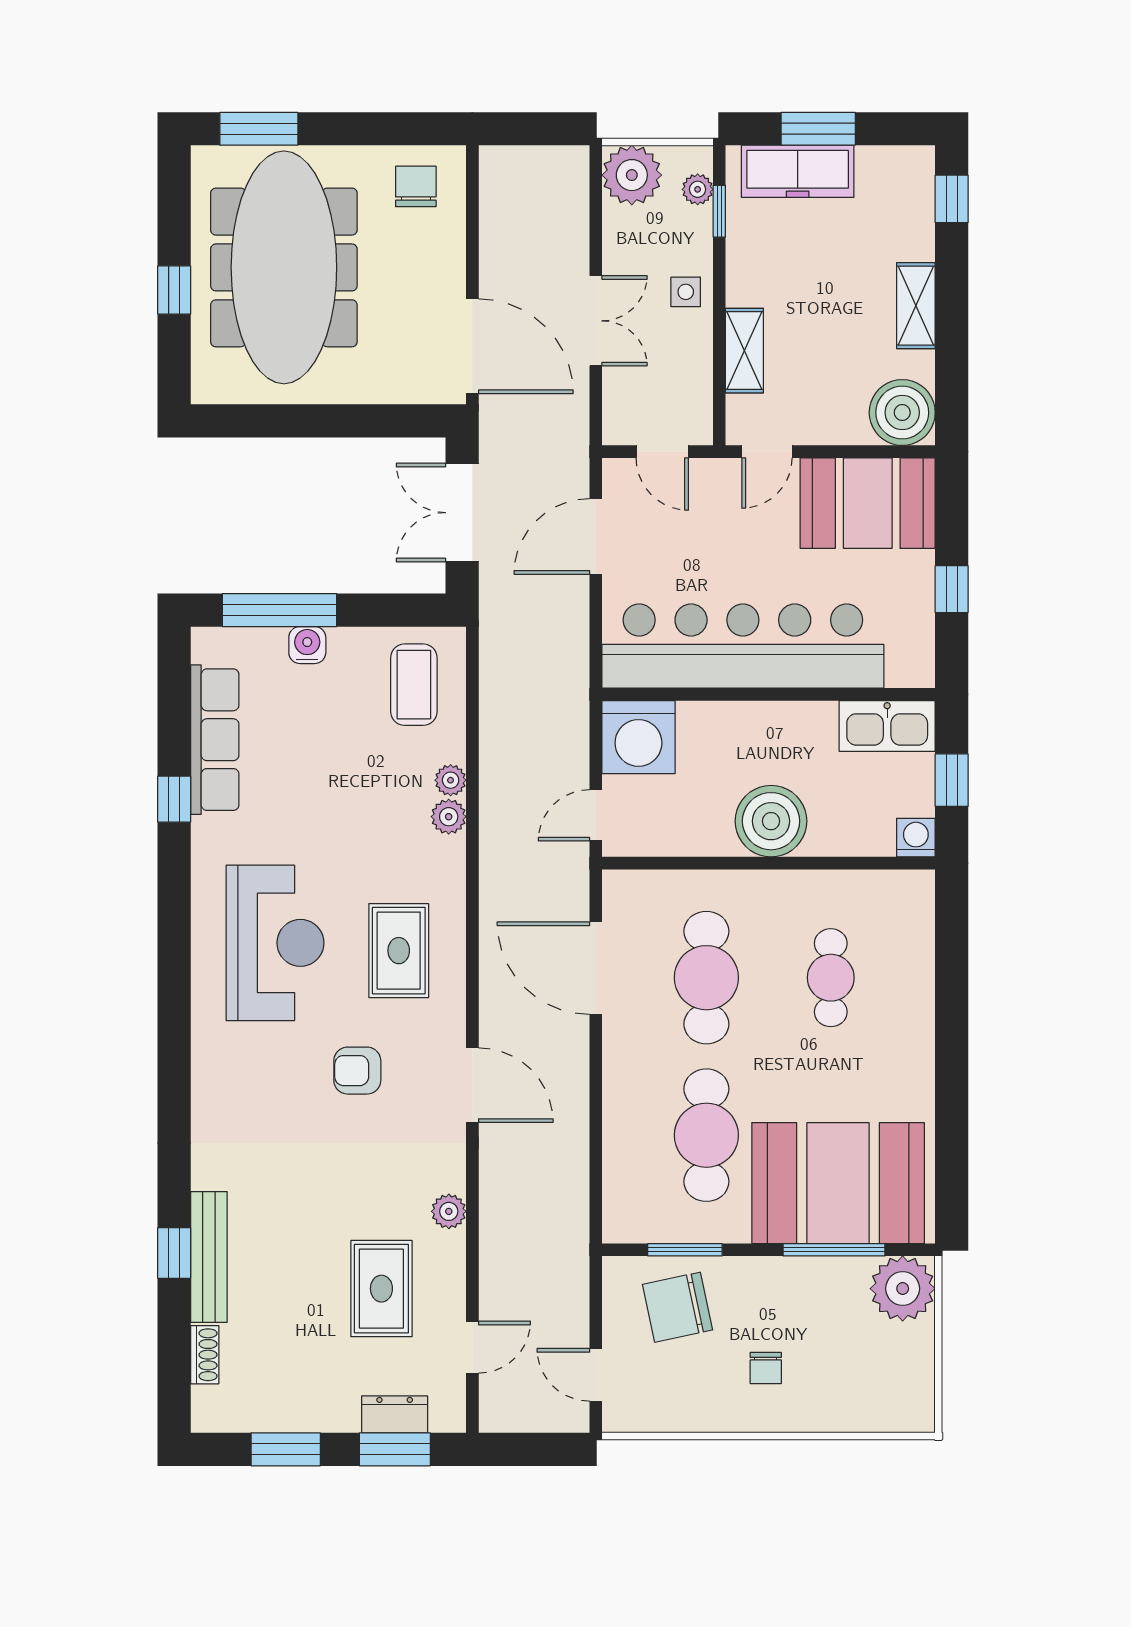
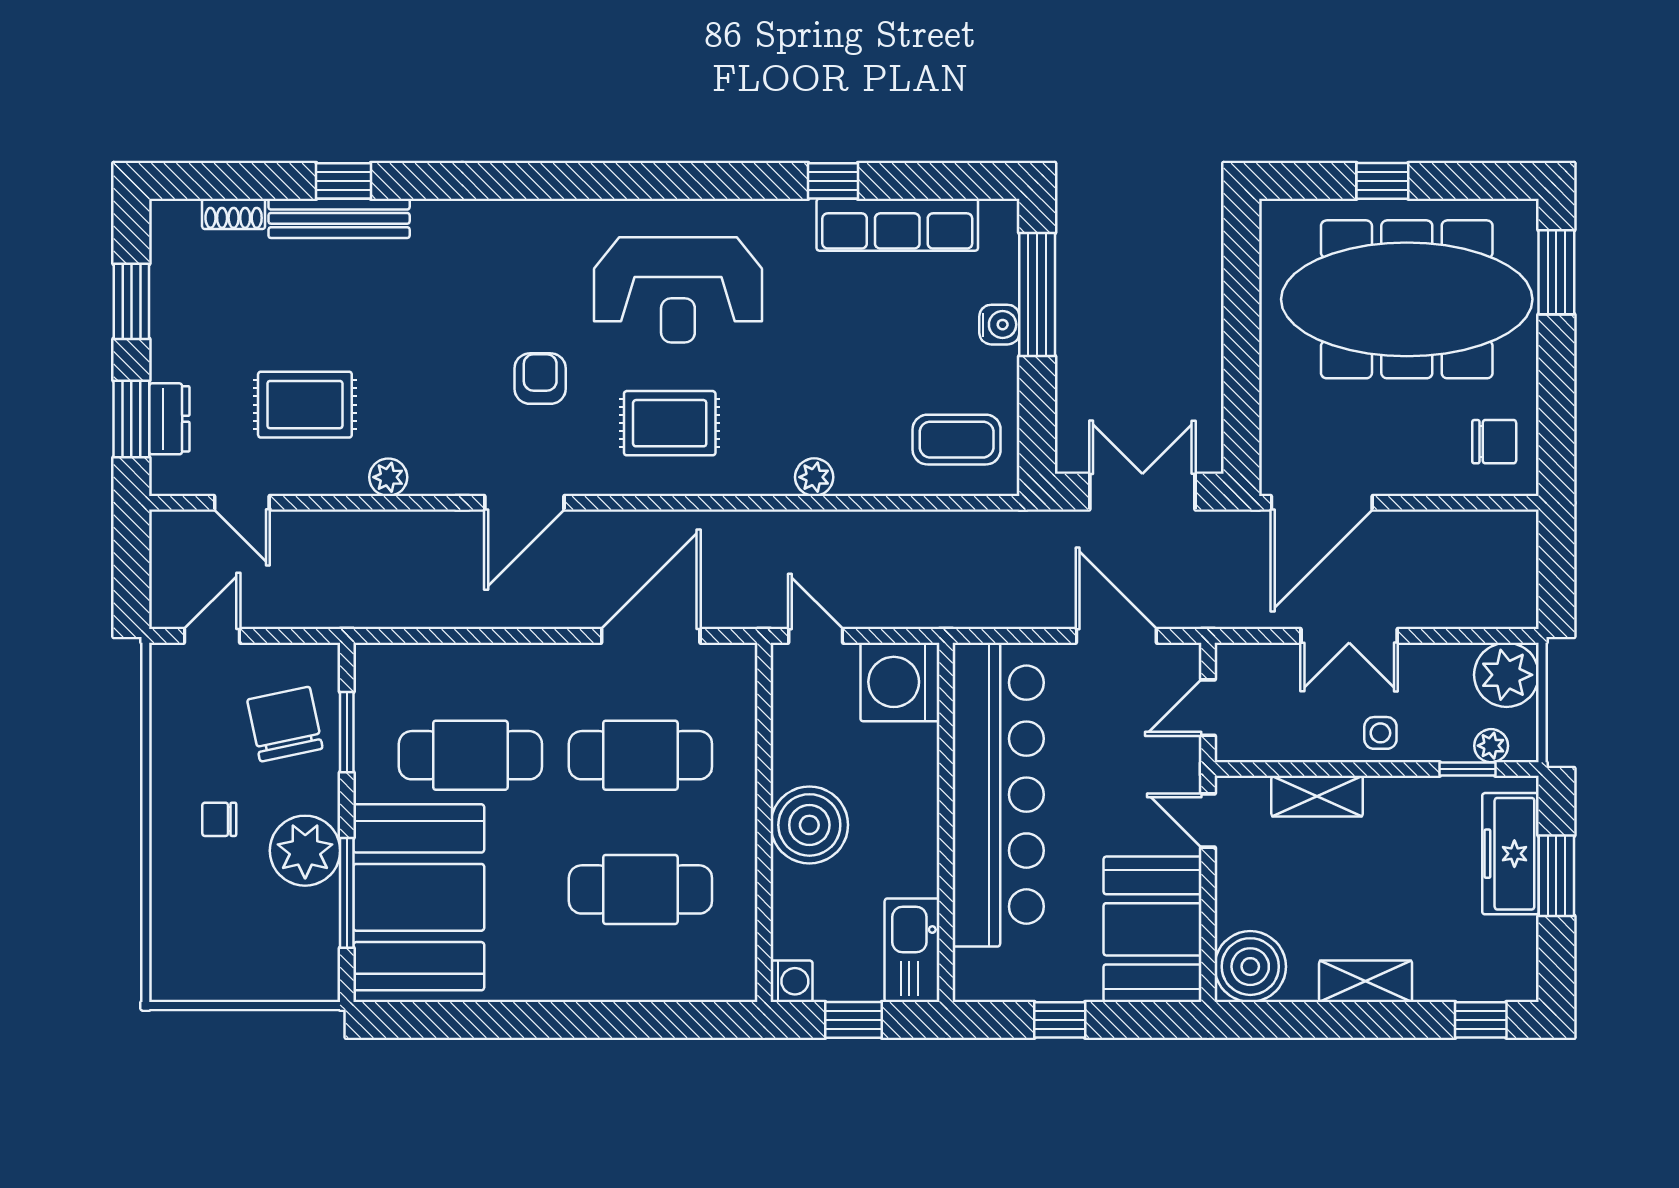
plant: (451, 780) -> (854, 479), removed
cafe table: (831, 978) -> (640, 889), width x1.37, depth x1.35
plant: (903, 1289) -> (305, 851), moved

